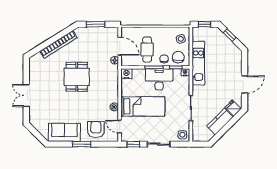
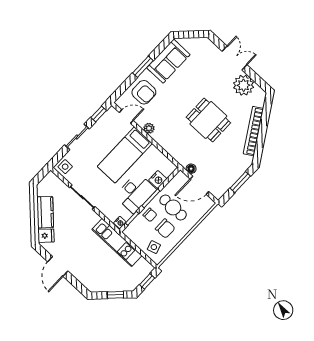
chair: (178, 57) -> (165, 229), moved
nightstand: (126, 74) -> (158, 180), moved
plant: (37, 75) -> (244, 85), added

